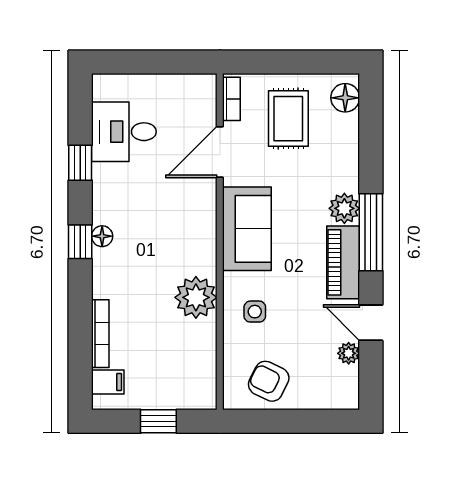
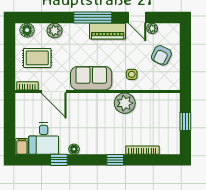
plant: (344, 208) -> (54, 31), moved
floor lamp: (102, 236) -> (74, 149), moved
window: (80, 242) -> (115, 160), moved
door: (371, 323) -> (137, 17), hinge flipped
armchair: (269, 381) -> (161, 55), moved
filing cabinet: (108, 382) -> (22, 146), moved

